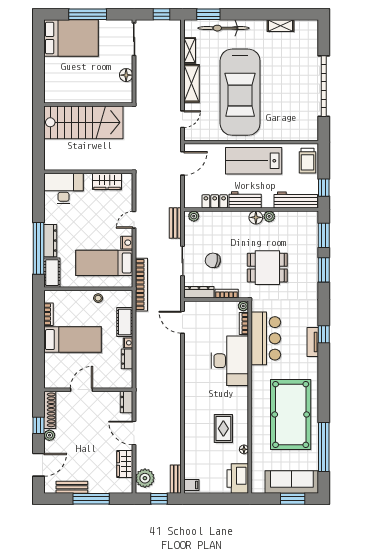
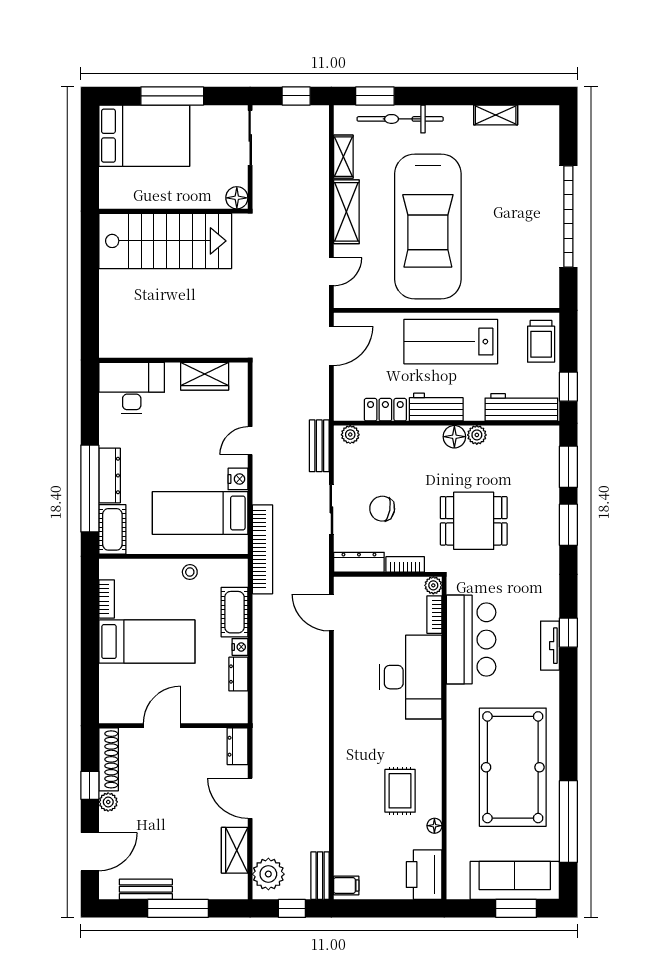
wall: (88, 104) -> (173, 211), moved
stairs: (83, 122) -> (165, 241), moved

